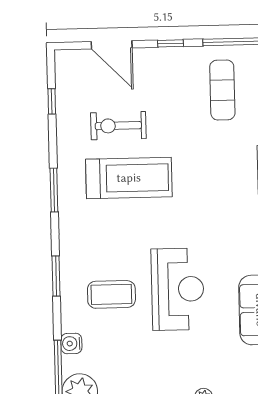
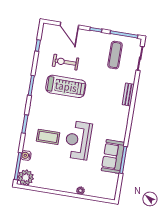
reception desk: (178, 289) -> (78, 140), turned 180

